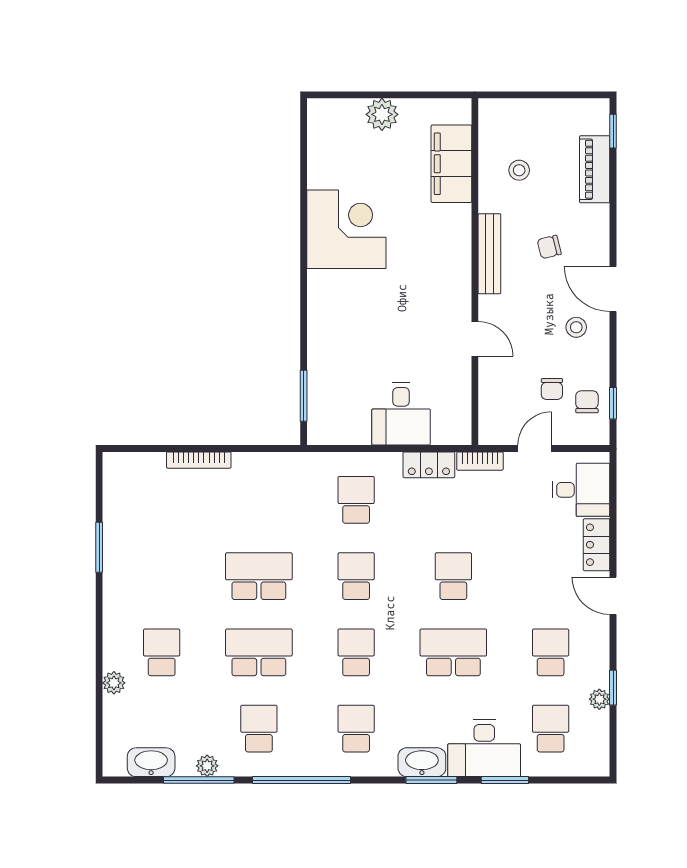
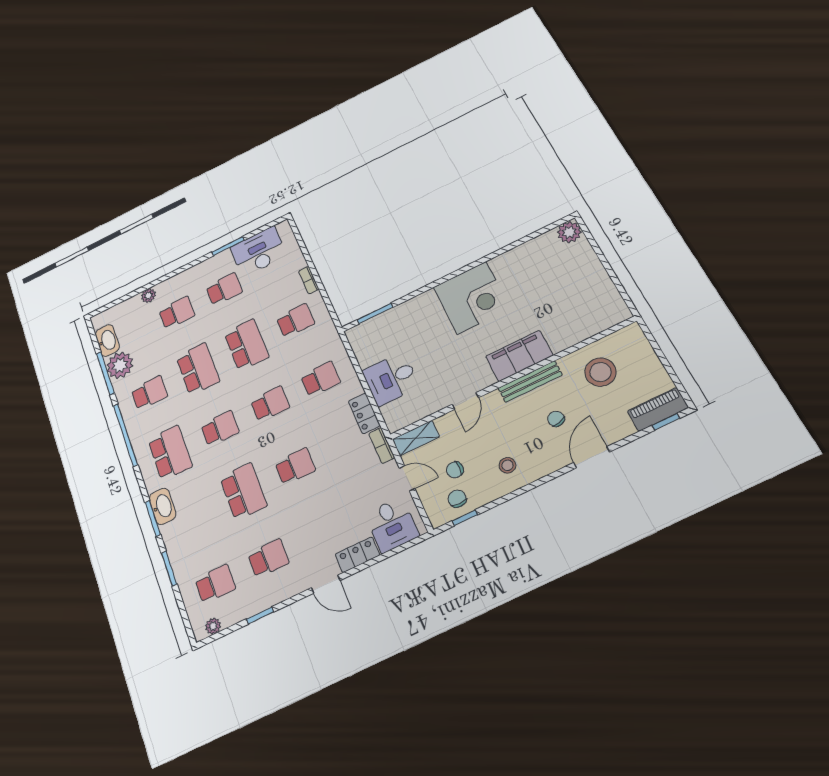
plant: (382, 114) -> (569, 232), moved
filing cabinet: (451, 164) -> (519, 356), moved
piano: (595, 169) -> (658, 409), moved
stool: (519, 170) -> (600, 372), width x1.89, depth x1.89
corner desk: (346, 229) -> (472, 298), moved
door: (613, 289) -> (592, 457), moved
chair: (587, 402) -> (457, 499), turned -90
shelving: (491, 417) -> (416, 438), added
bookcase: (199, 460) -> (309, 280), width x0.64
school desk: (259, 500) -> (295, 321), added
school desk: (162, 576) -> (224, 289), added
door: (613, 596) -> (326, 584), swing flipped
plant: (599, 699) -> (213, 626), moved
school desk: (356, 729) -> (170, 453), width x1.85
desk: (484, 748) -> (258, 252), moved, turned 90
plant: (207, 766) -> (120, 365), width x1.88, depth x1.88

